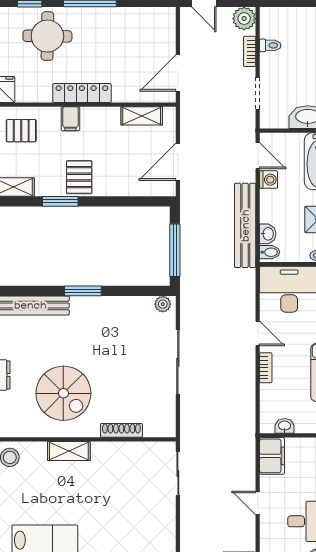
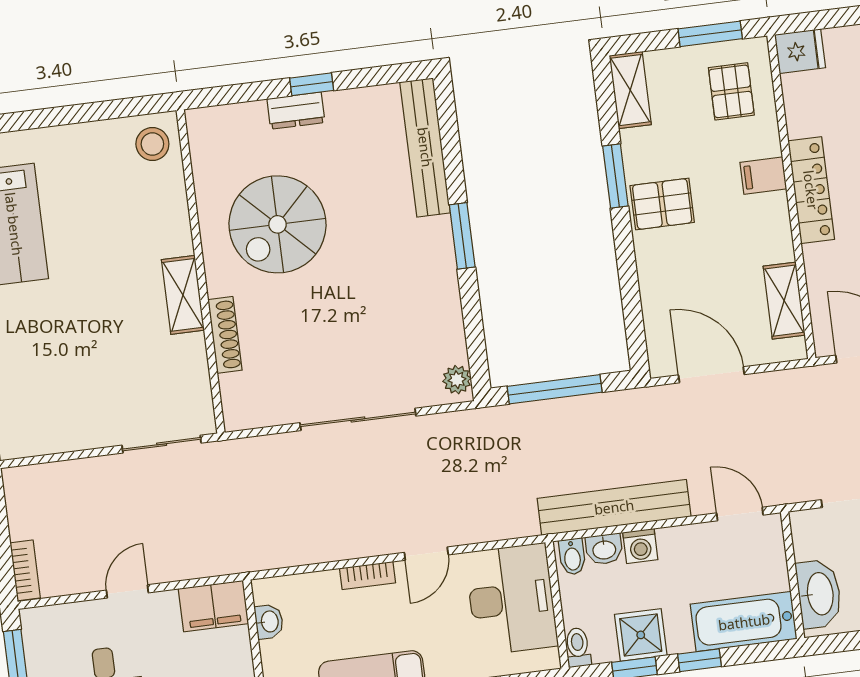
door: (258, 156) -> (740, 514), swing flipped
washing machine: (269, 180) -> (640, 546), moved
shelving: (69, 451) -> (183, 295), moved

